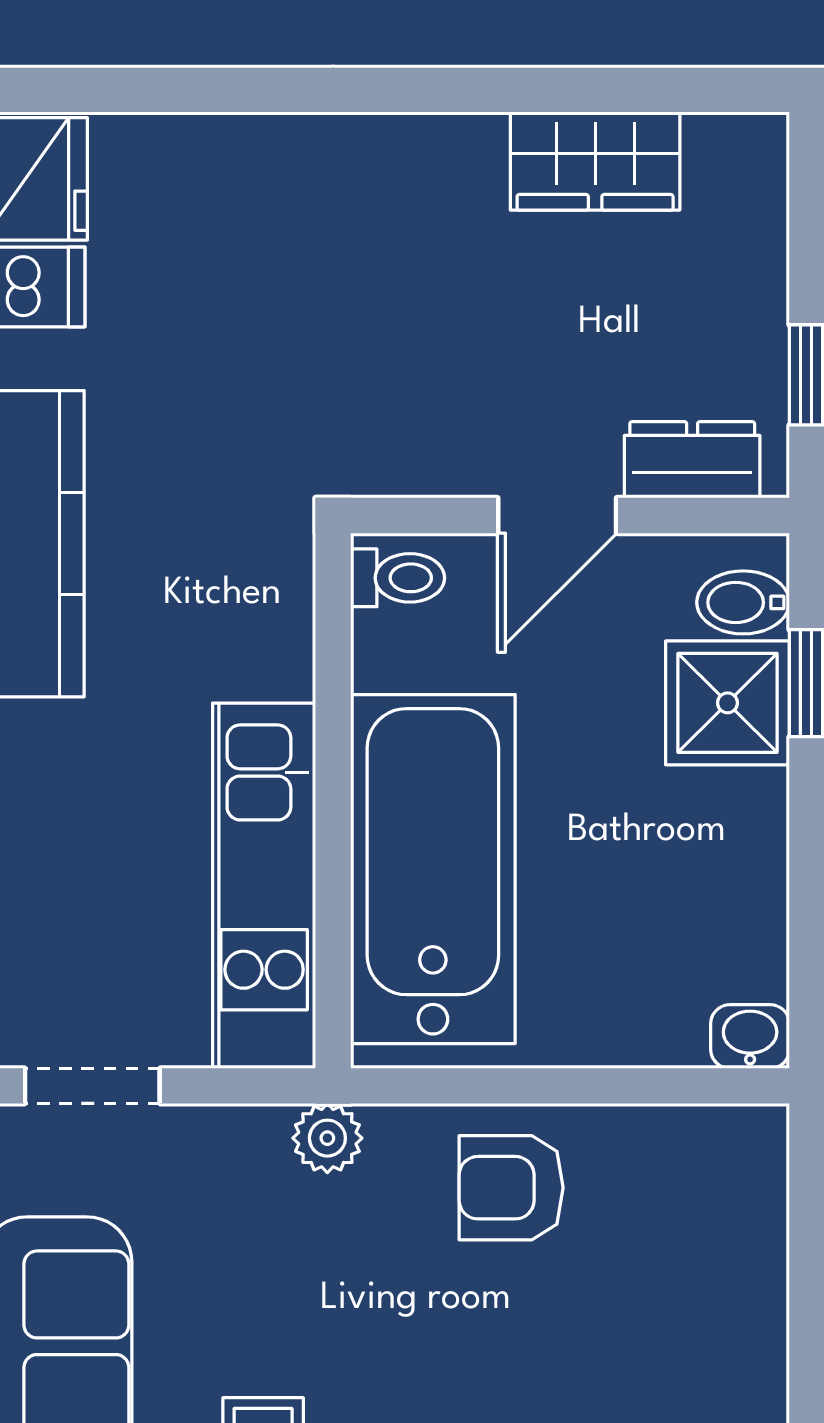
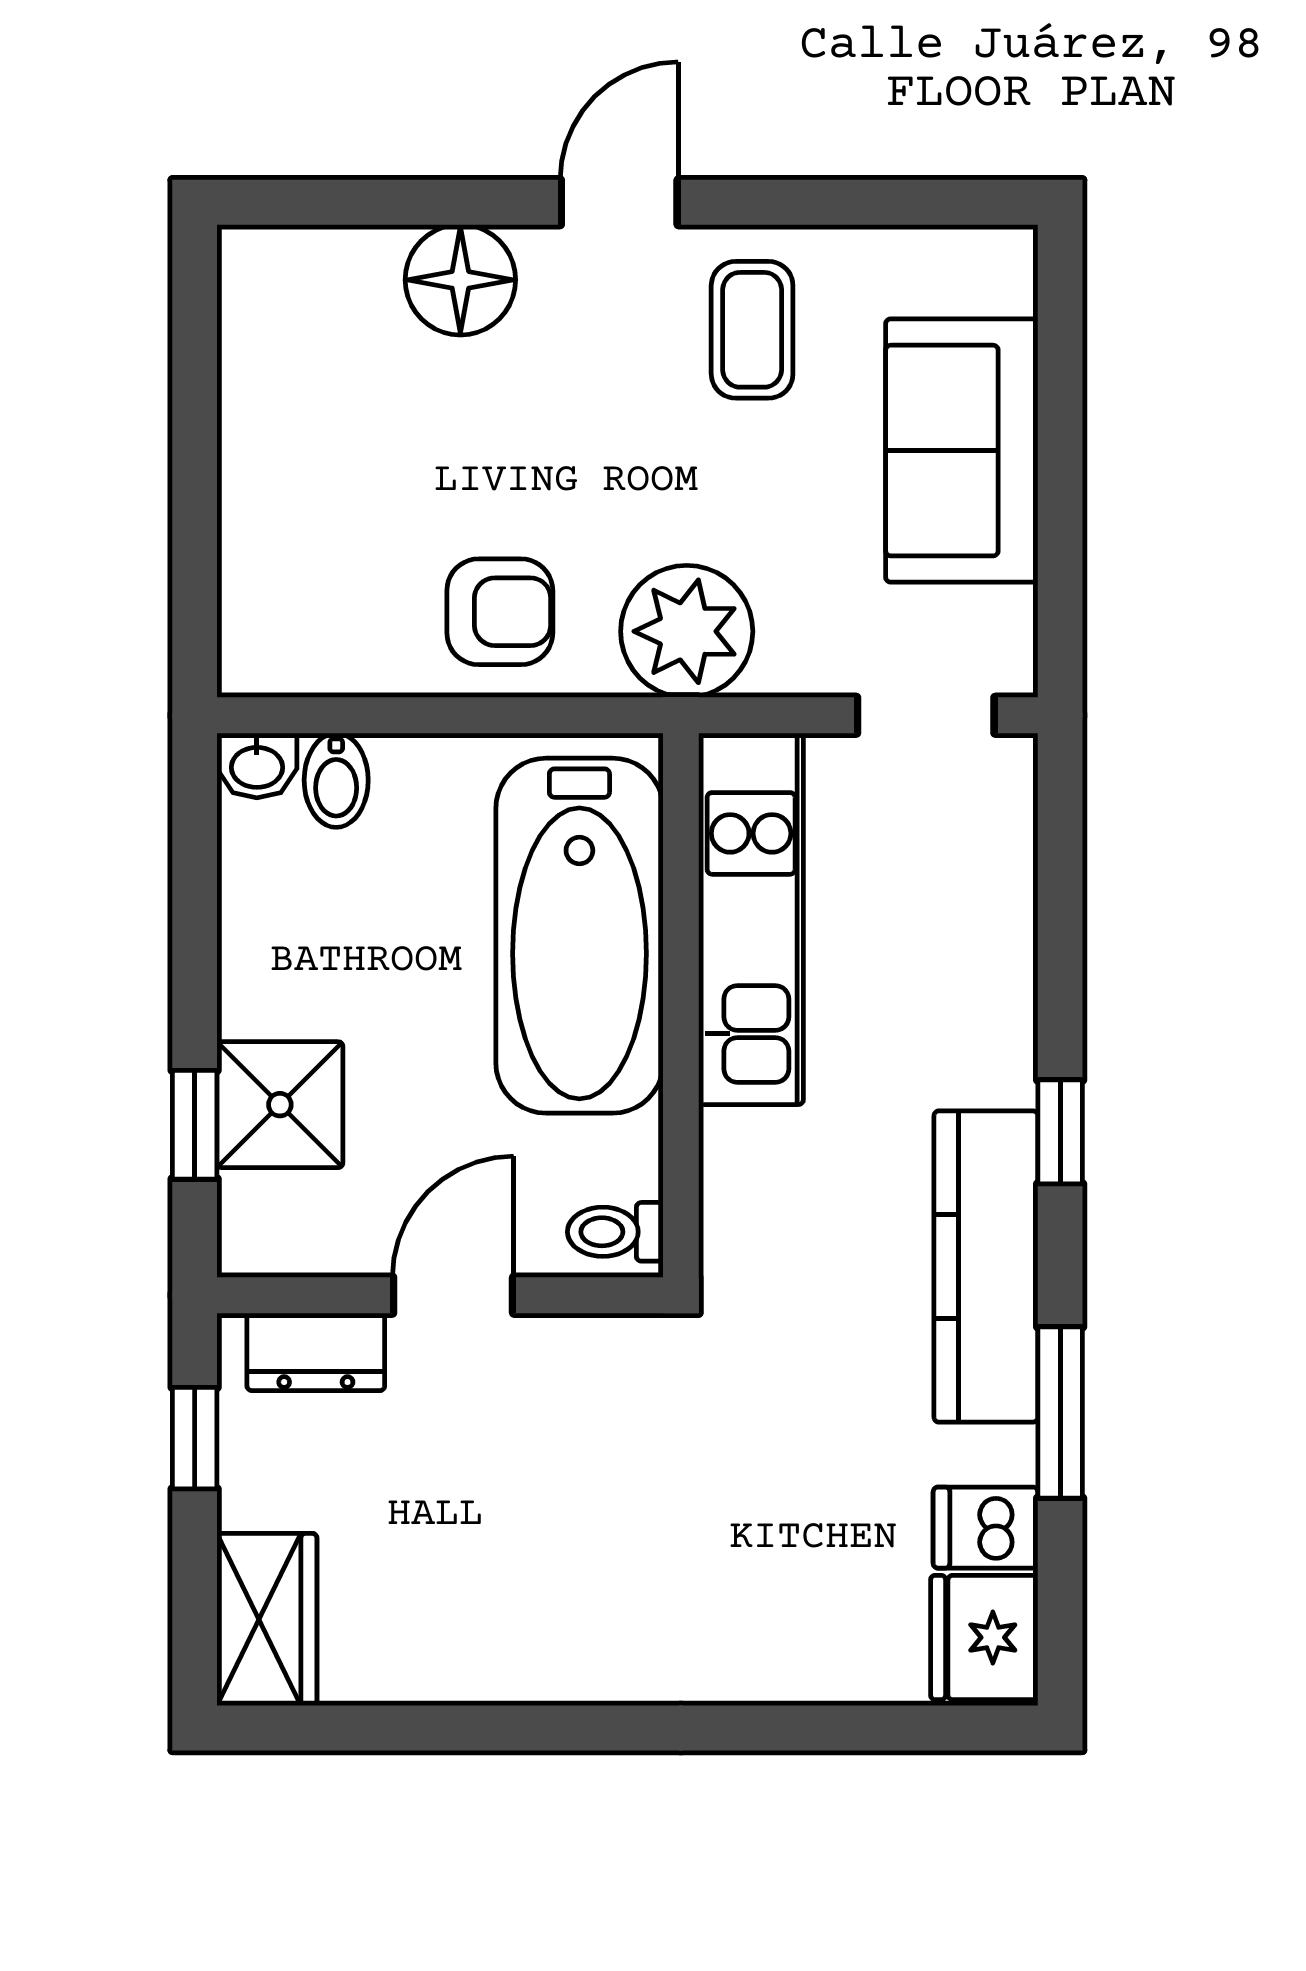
wardrobe: (595, 161) -> (267, 1619), moved, turned 90
bidet: (743, 602) -> (336, 780), moved, turned 90
plant: (327, 1138) -> (687, 631), width x1.88, depth x1.88

